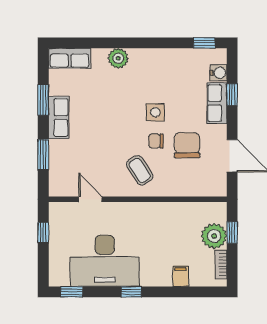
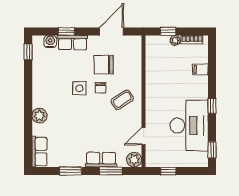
row of seats: (59, 118) -> (101, 160), moved
plant: (59, 186) -> (134, 160), added
plant: (214, 236) -> (175, 40), width x0.53, depth x0.53

